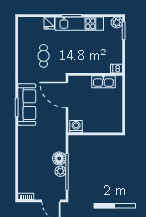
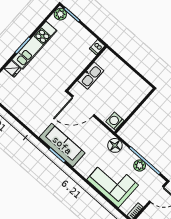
cafe table: (44, 56) -> (35, 97), removed
kitchen sink: (103, 82) -> (91, 76), moved
floor lamp: (59, 158) -> (115, 145), moved
corner sofa: (32, 163) -> (113, 182), added

